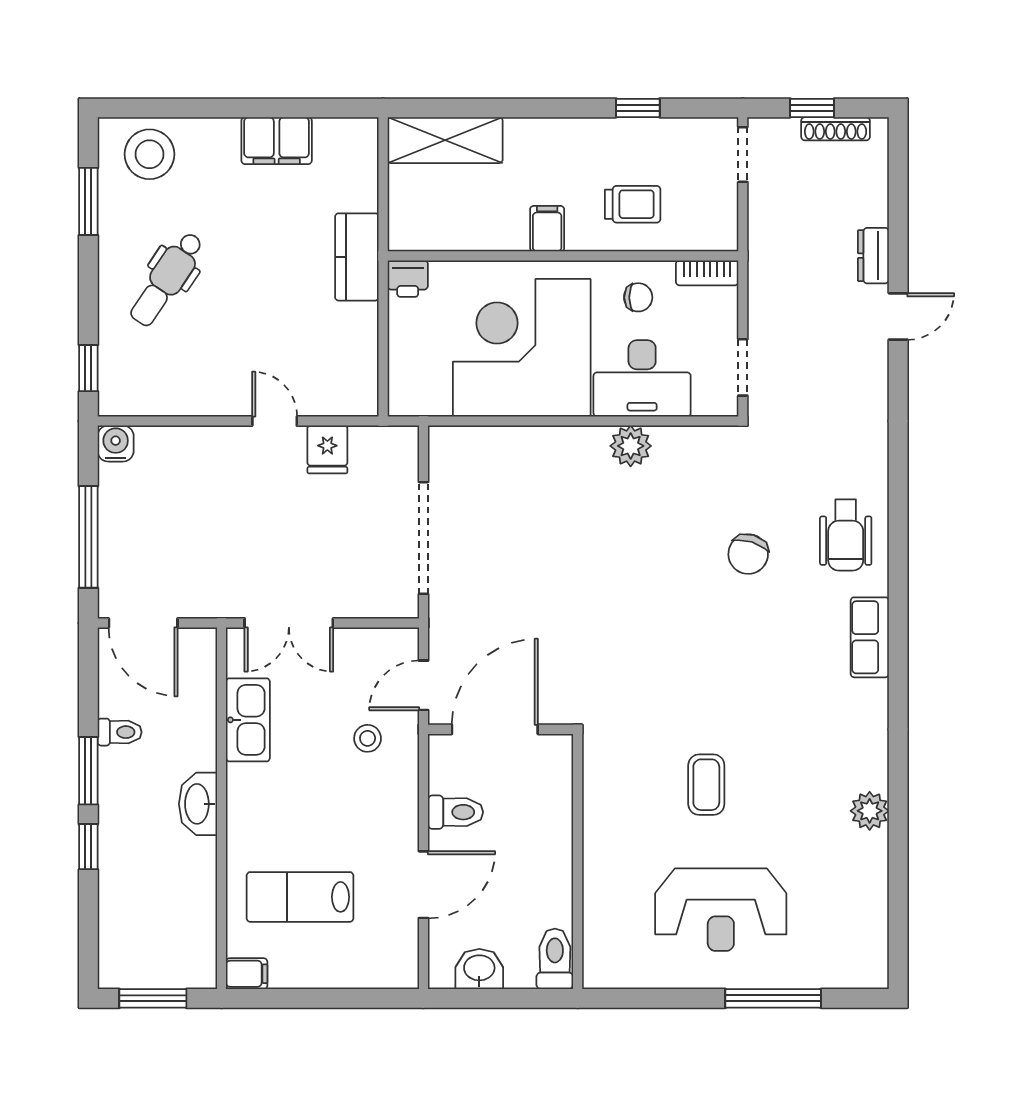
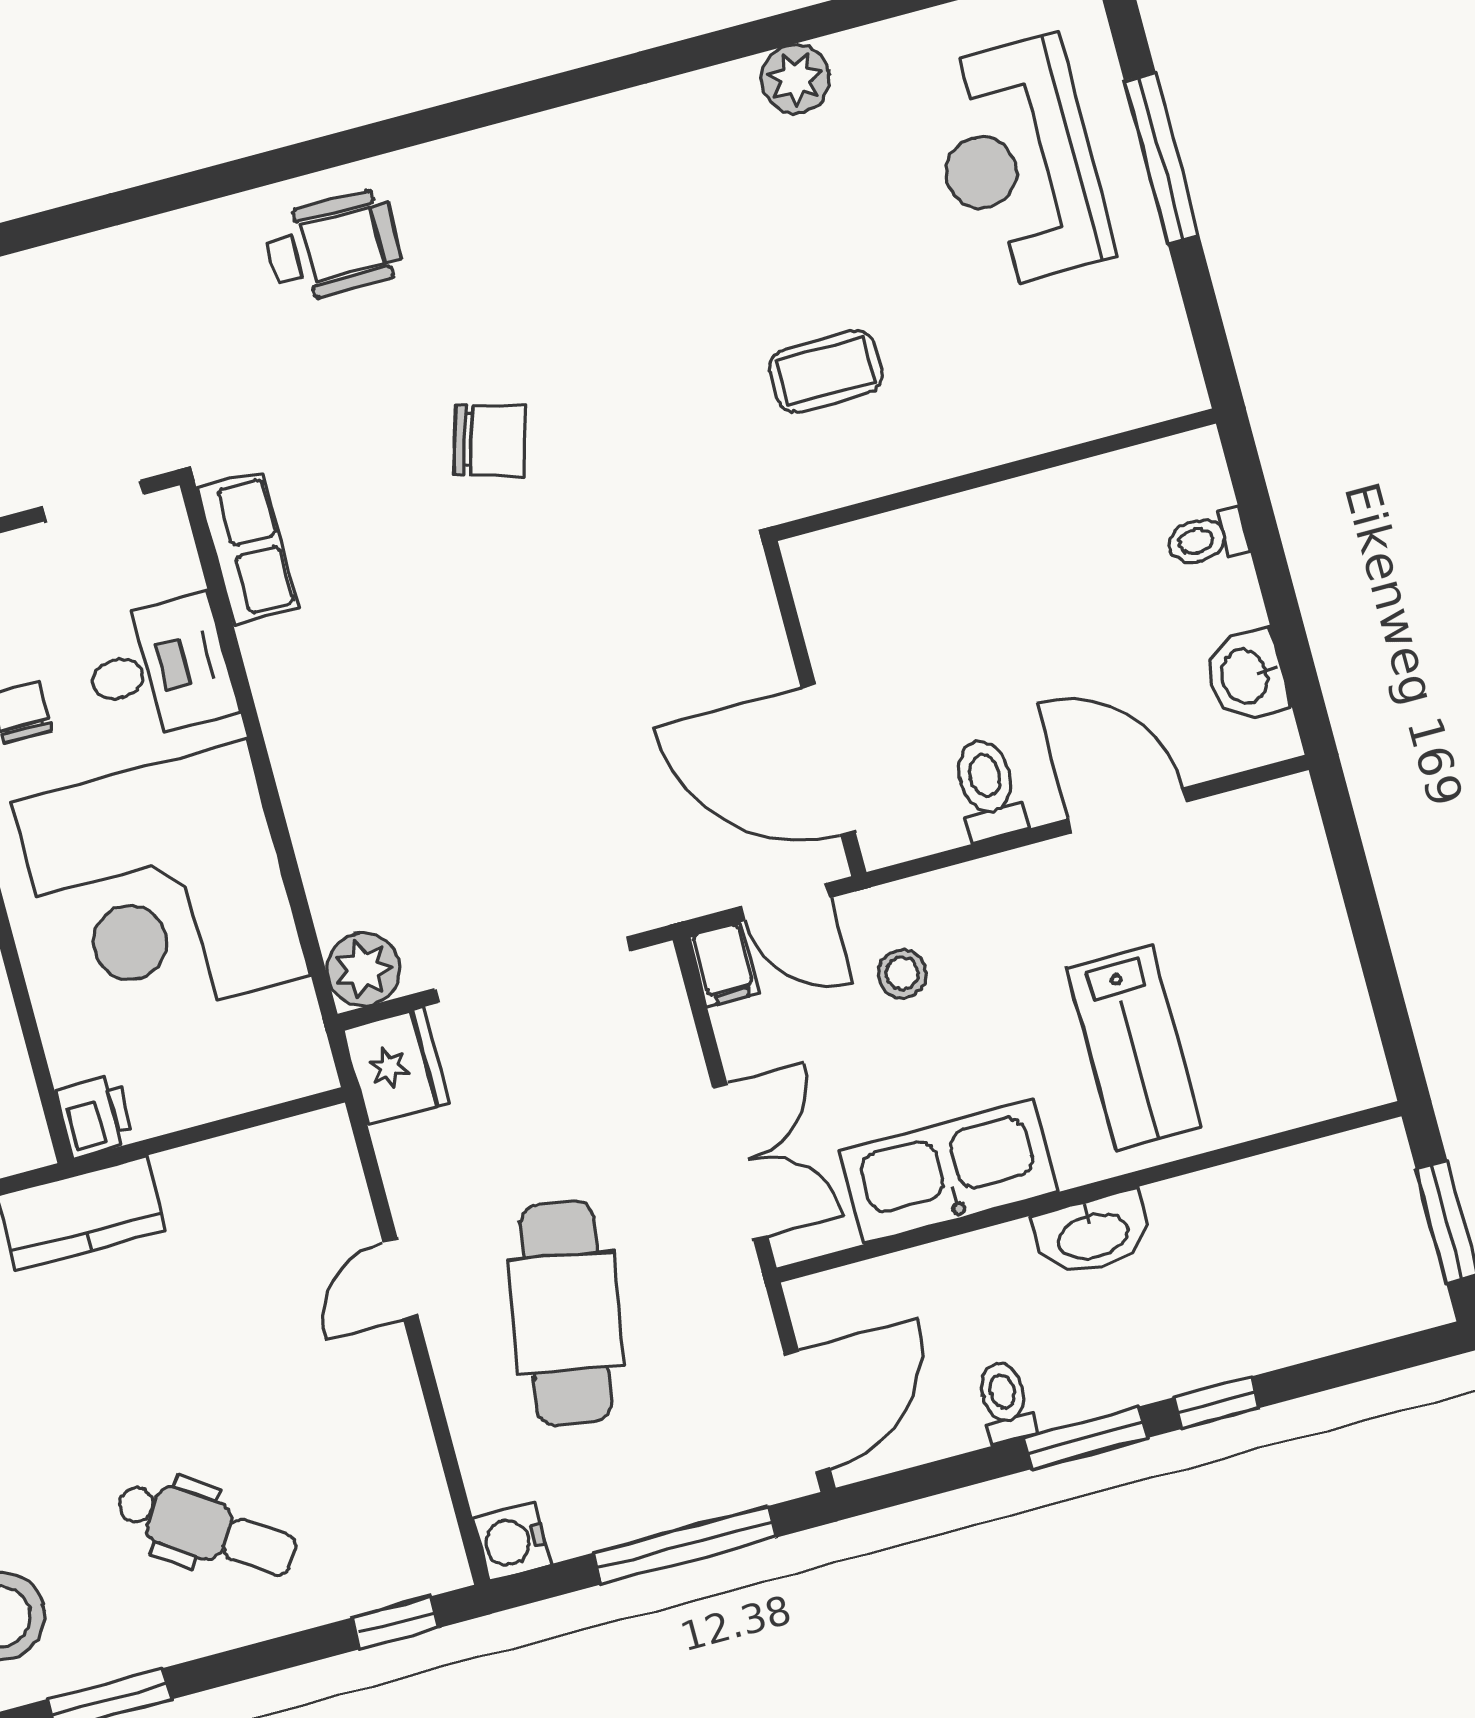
desk: (642, 378) -> (158, 668), width x0.73
plant: (631, 446) -> (363, 969), moved
fridge: (327, 449) -> (396, 1066), moved, width x1.38
cafe table: (232, 506) -> (566, 1313), added
chair: (748, 554) -> (490, 441), moved
row of seats: (870, 637) -> (248, 548), moved, turned -90
kitchen sink: (248, 720) -> (949, 1171), width x1.36, depth x1.24
wall: (578, 862) -> (995, 475), moved
lab bench: (300, 897) -> (1134, 1048), moved
reception desk: (721, 910) -> (1018, 163), moved, turned 180
toilet: (555, 959) -> (1207, 539), width x0.73, depth x0.72
filing cabinet: (247, 974) -> (724, 965), moved, turned 180

